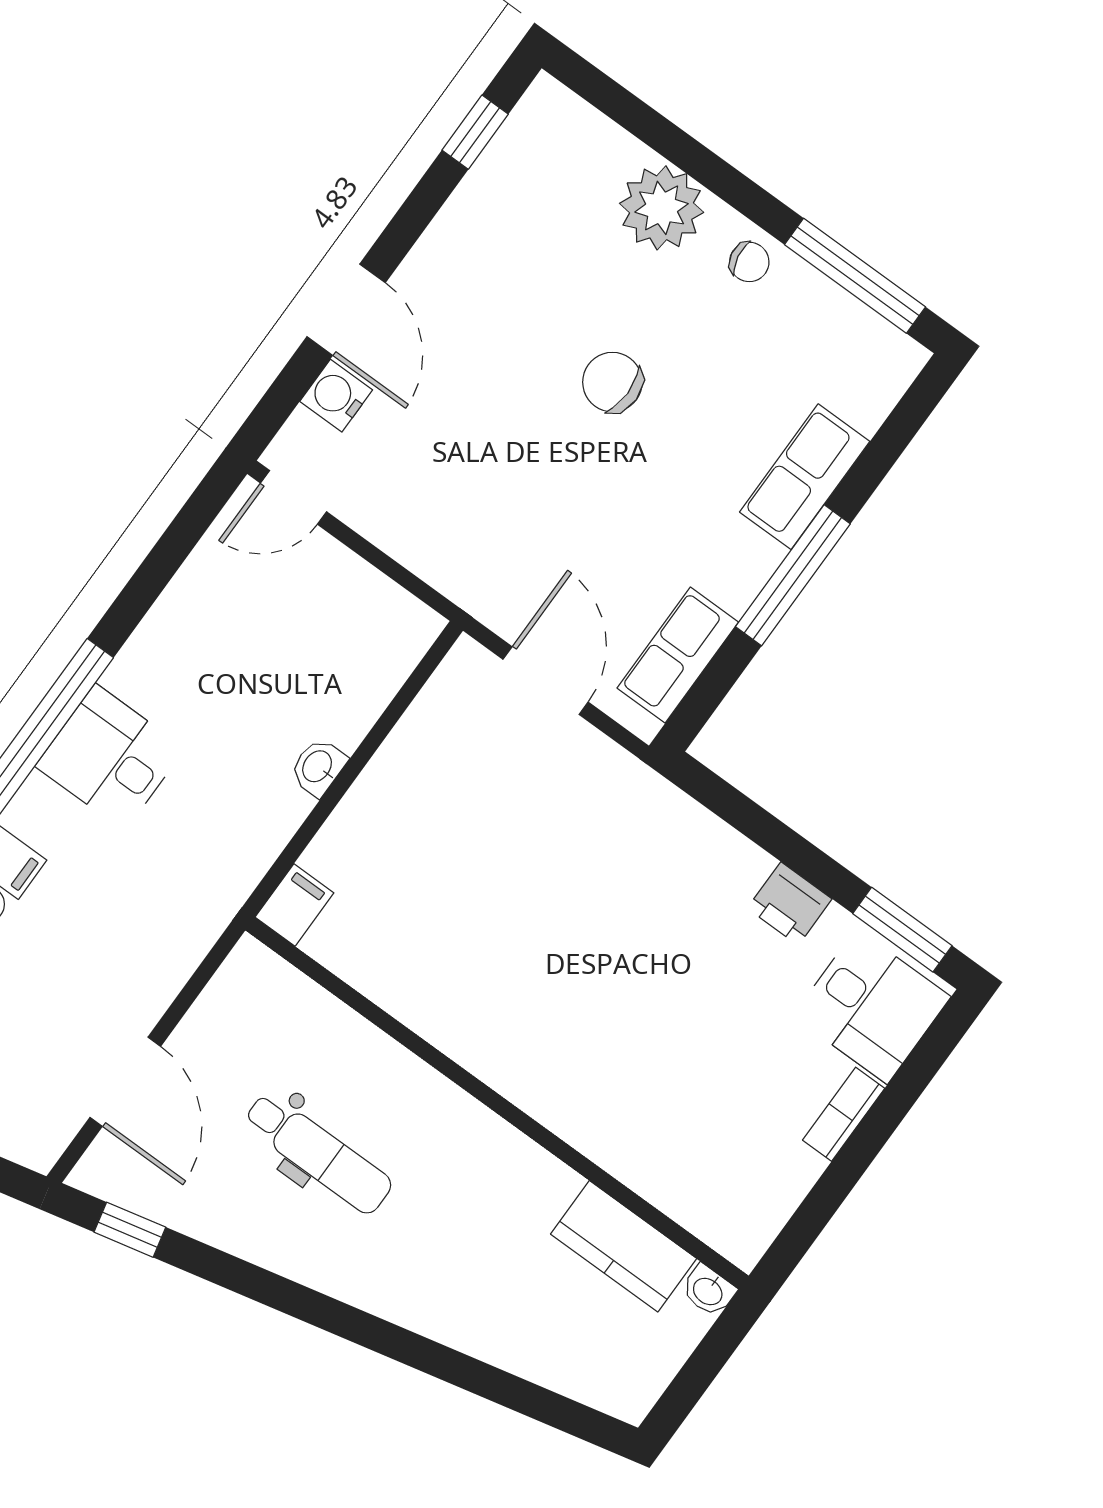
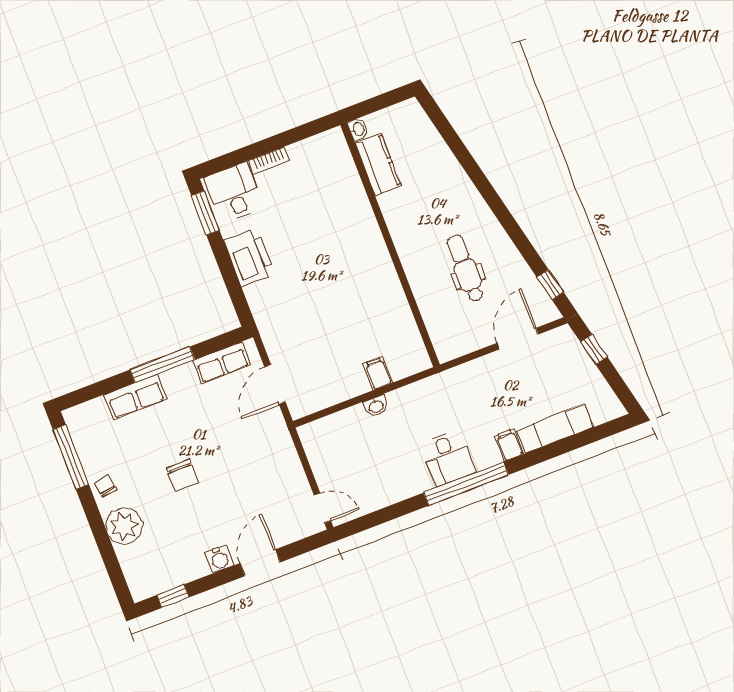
water cooler: (336, 396) -> (220, 559), moved
printer: (789, 904) -> (249, 257), width x1.87, depth x1.48
filing cabinet: (294, 905) -> (378, 373), moved, turned 90

